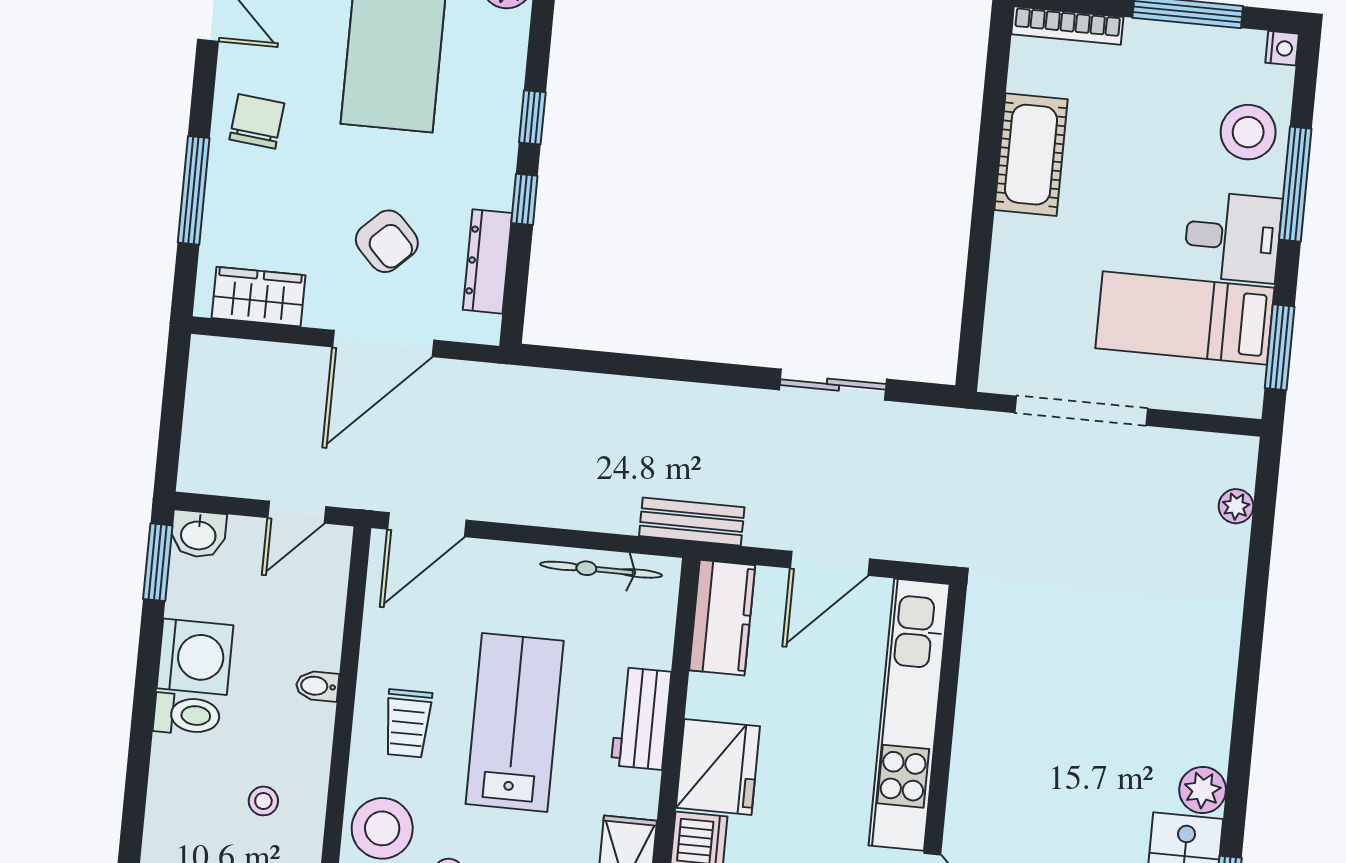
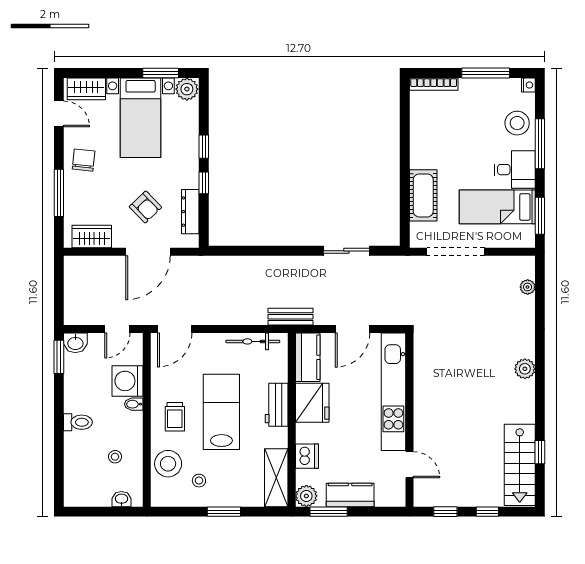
cot: (1031, 155) -> (423, 195), moved
washing machine: (195, 657) -> (127, 381), moved, turned 180
fridge: (718, 767) -> (312, 403), moved
plant: (1203, 790) -> (525, 369), moved

